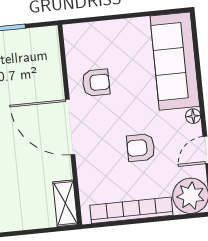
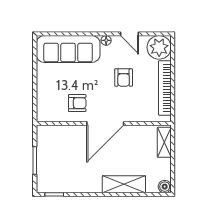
armchair: (96, 83) -> (77, 103), turned 90
shelving: (65, 203) -> (164, 142), moved, turned 90

